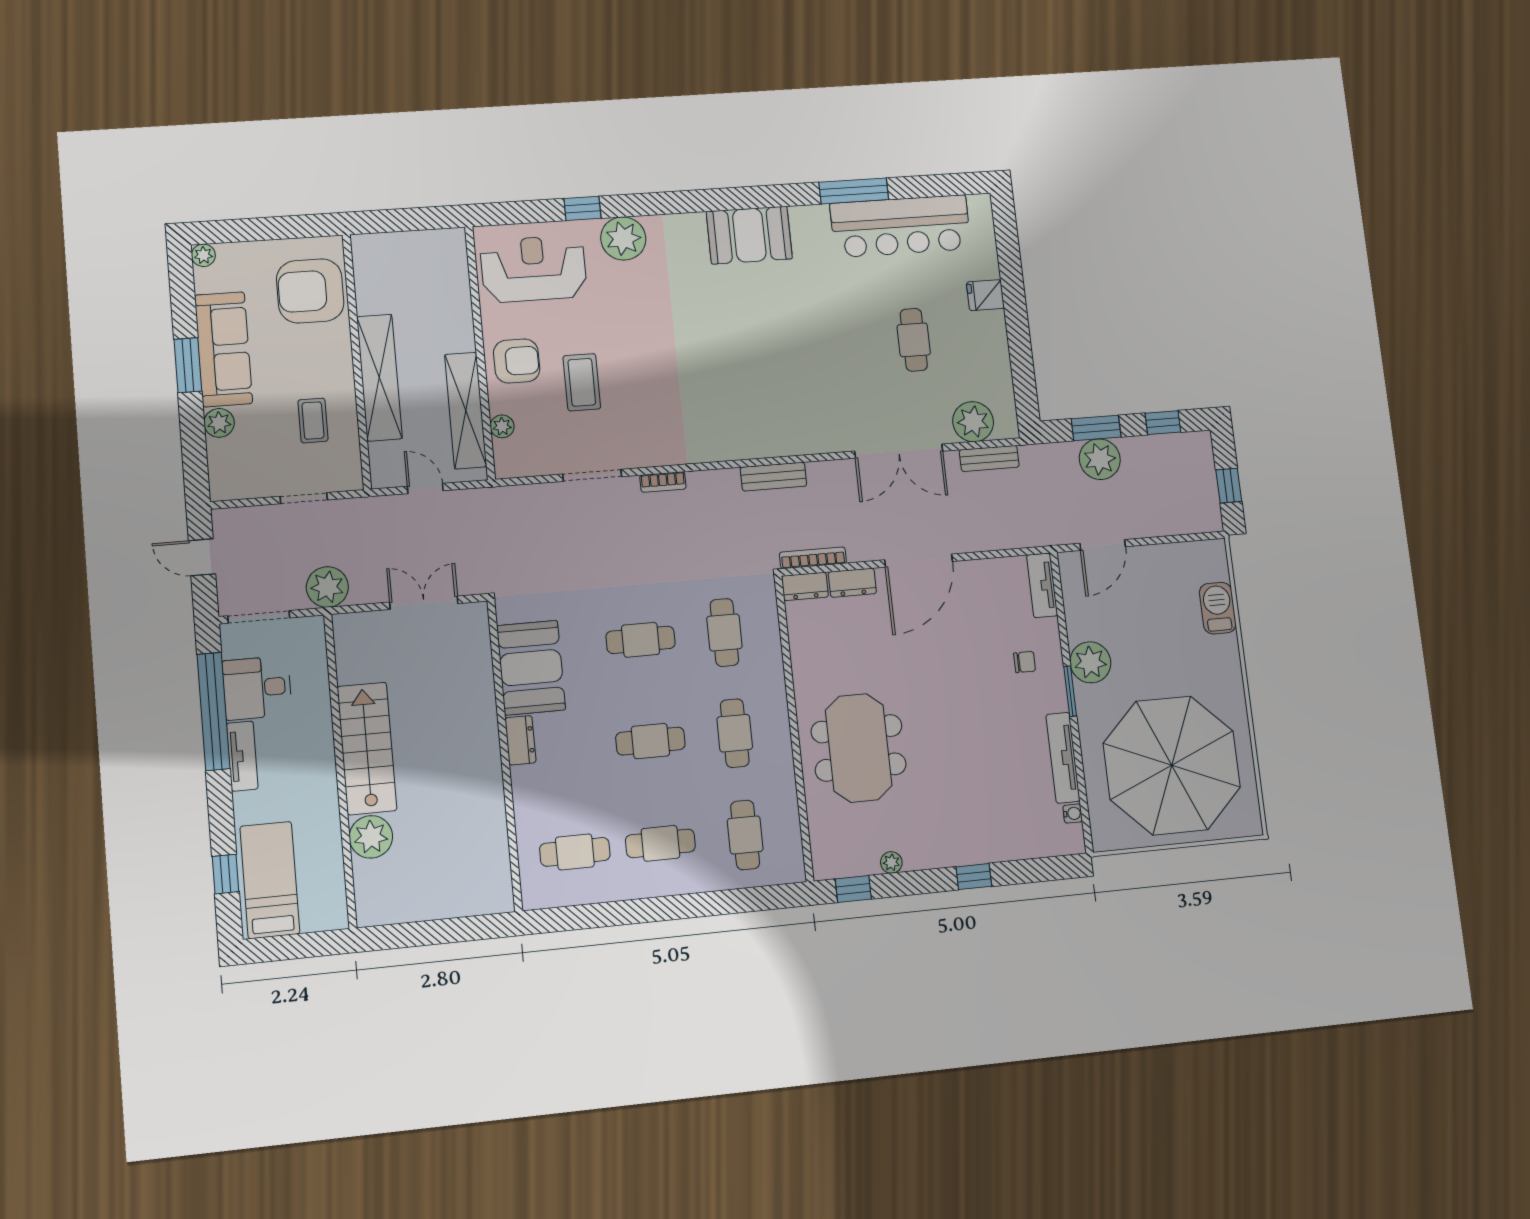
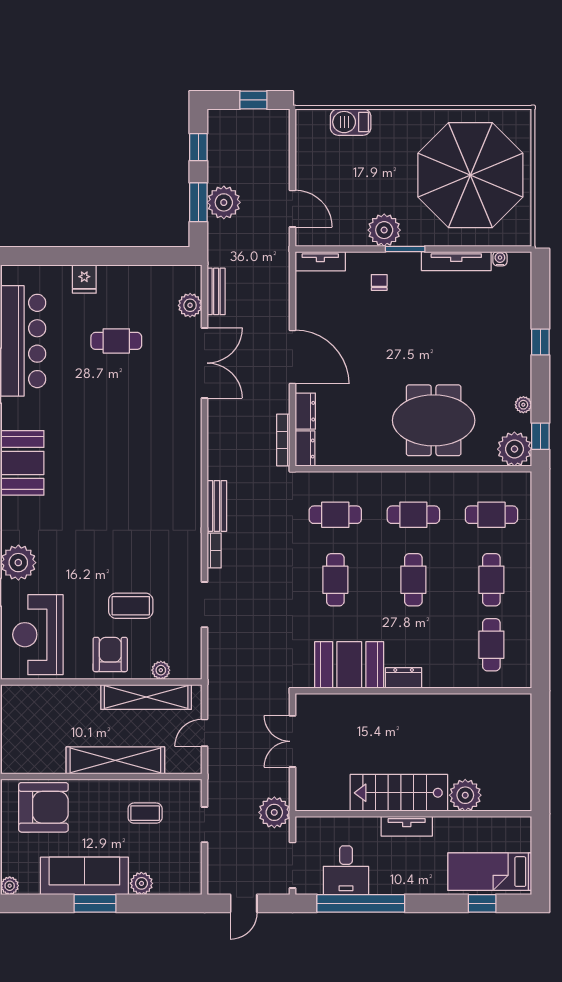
armchair: (310, 291) -> (43, 807), turned -90
plant: (973, 422) -> (190, 305), width x0.73, depth x0.73
bench: (773, 477) -> (217, 506), moved
tv unit: (242, 756) -> (407, 826), moved, turned 180
plant: (833, 857) -> (514, 449), added

